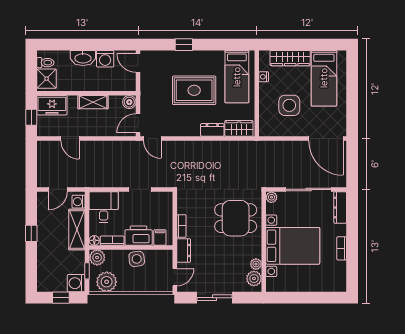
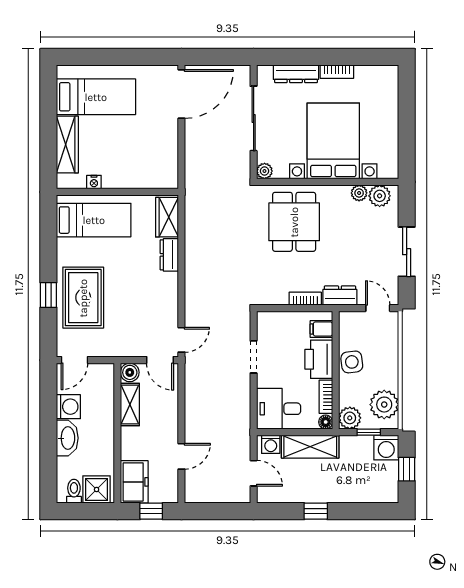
rug: (194, 90) -> (83, 298), moved
shelving: (93, 102) -> (130, 404), moved
side table: (289, 105) -> (134, 146), removed
dresser: (340, 208) -> (296, 74), moved

